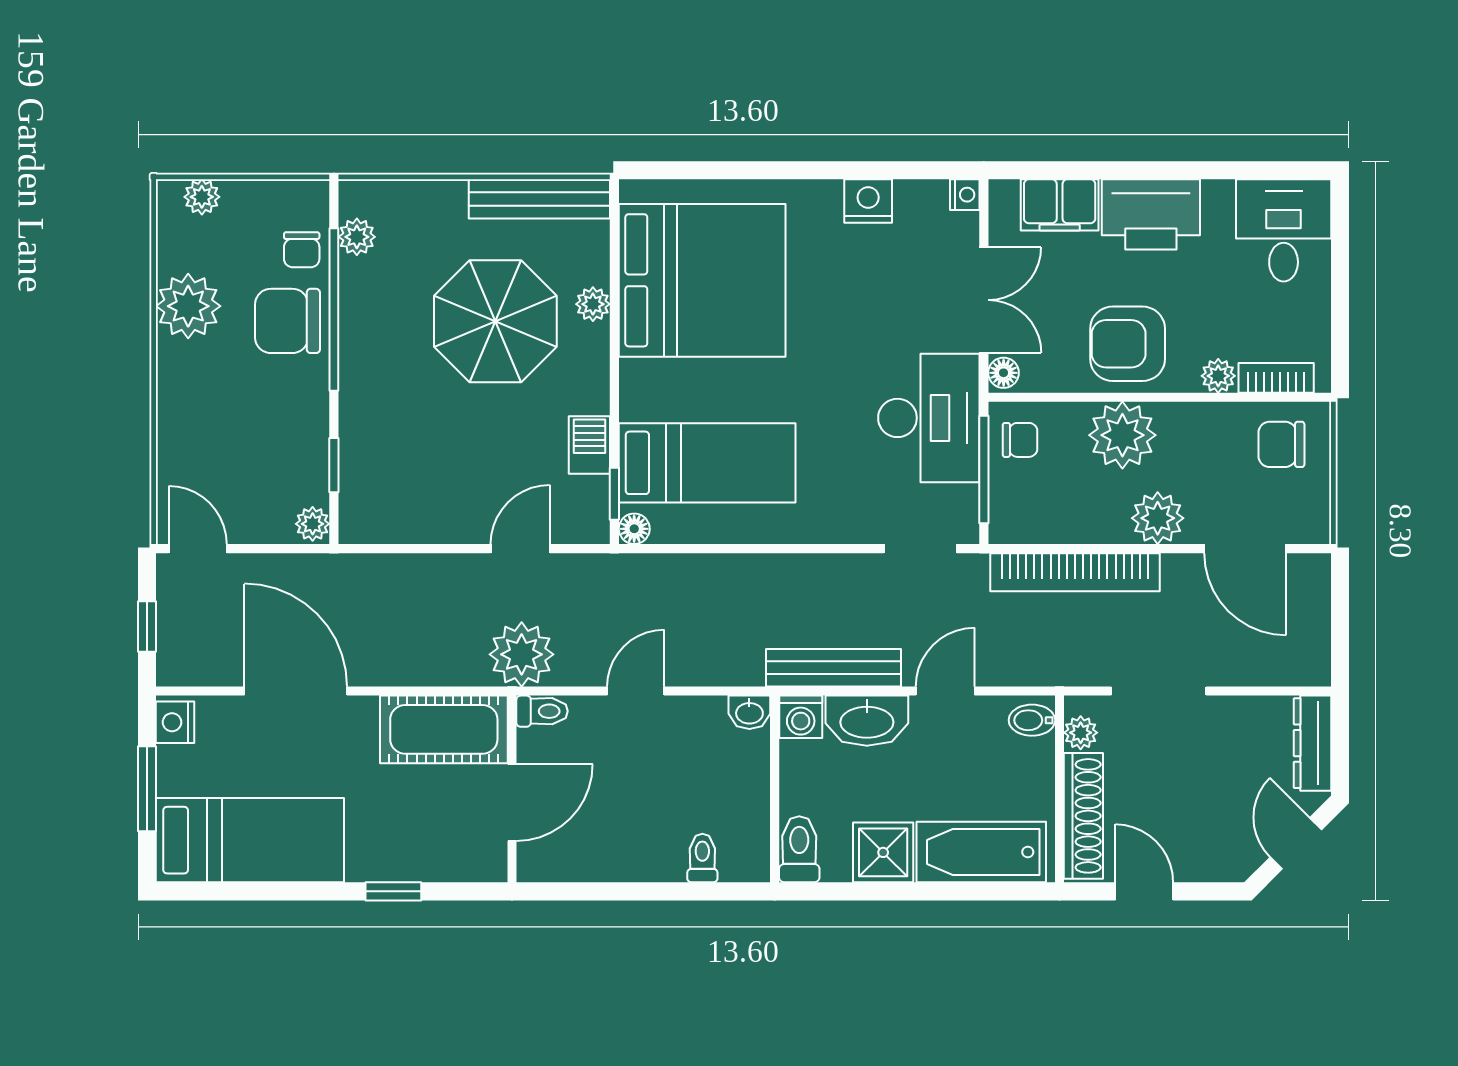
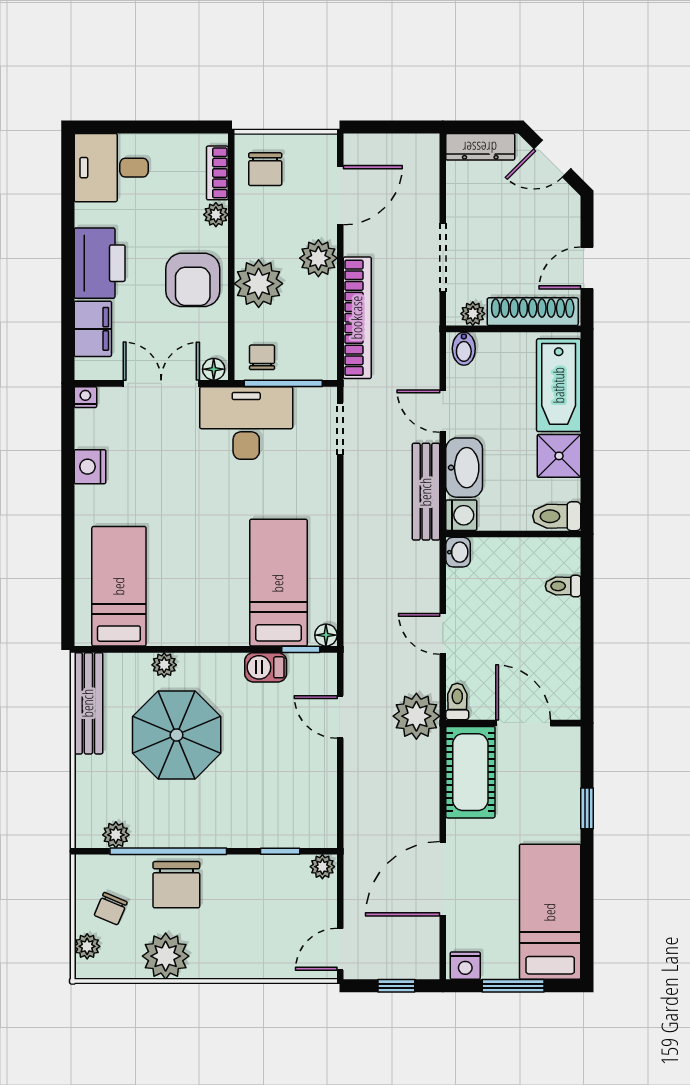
chair: (302, 250) -> (111, 909), moved, turned 113
bed: (702, 280) -> (119, 586), width x0.49

